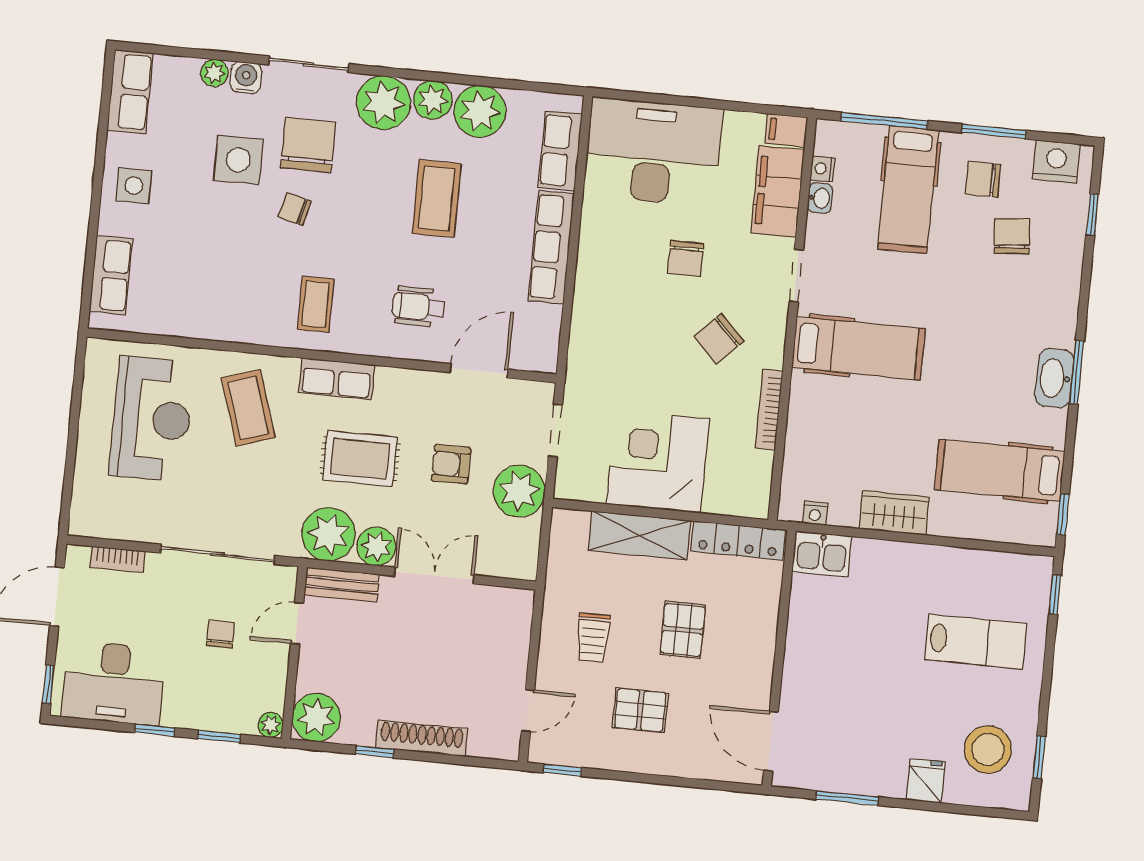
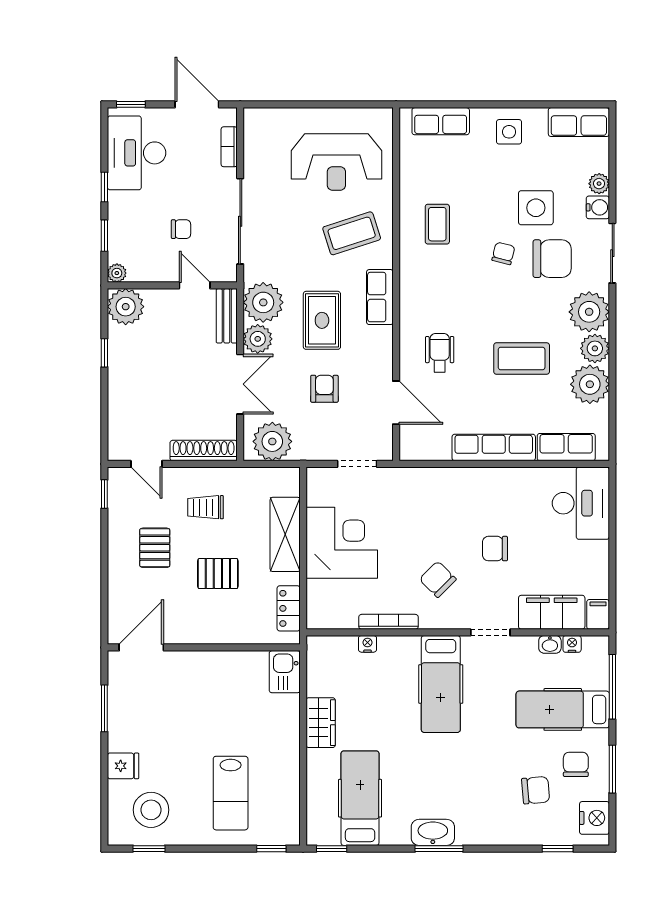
desk: (653, 152) -> (581, 503), width x0.73, depth x0.77
coffee table: (316, 304) -> (437, 224), moved, turned 90
plant: (519, 491) -> (272, 441), moved
nightstand: (815, 513) -> (367, 644), moved, turned 90
locker: (738, 540) -> (289, 608), width x0.66
shoe rack: (422, 738) -> (204, 451), moved, turned -90

